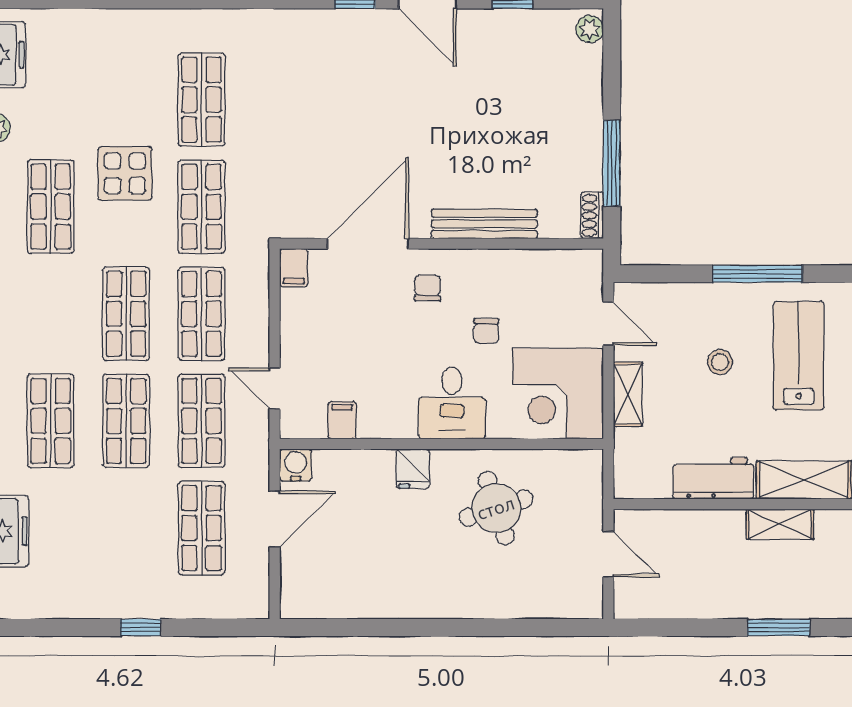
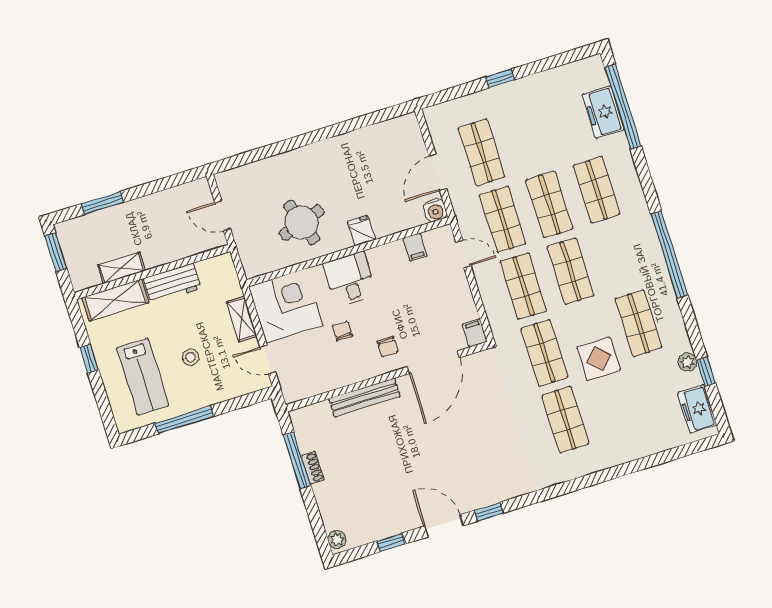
shoe rack: (592, 215) -> (313, 468), moved

